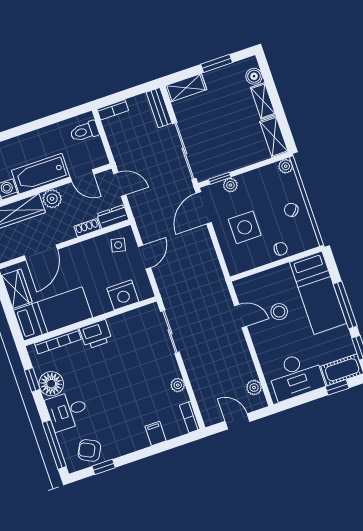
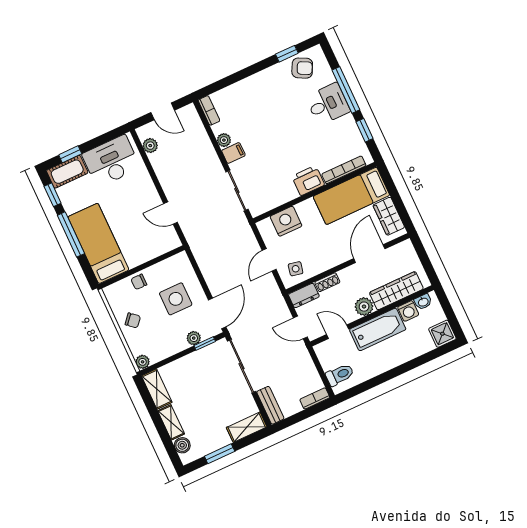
stool: (279, 312) -> (134, 221), removed
floor lamp: (51, 384) -> (346, 128), removed
filing cabinet: (156, 434) -> (233, 153), moved, turned -90
window: (54, 445) -> (346, 90), moved

